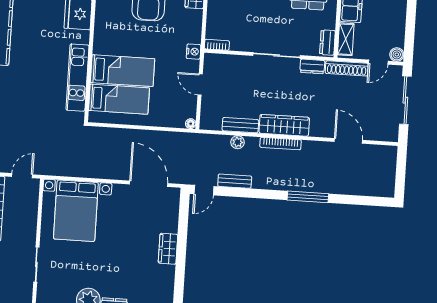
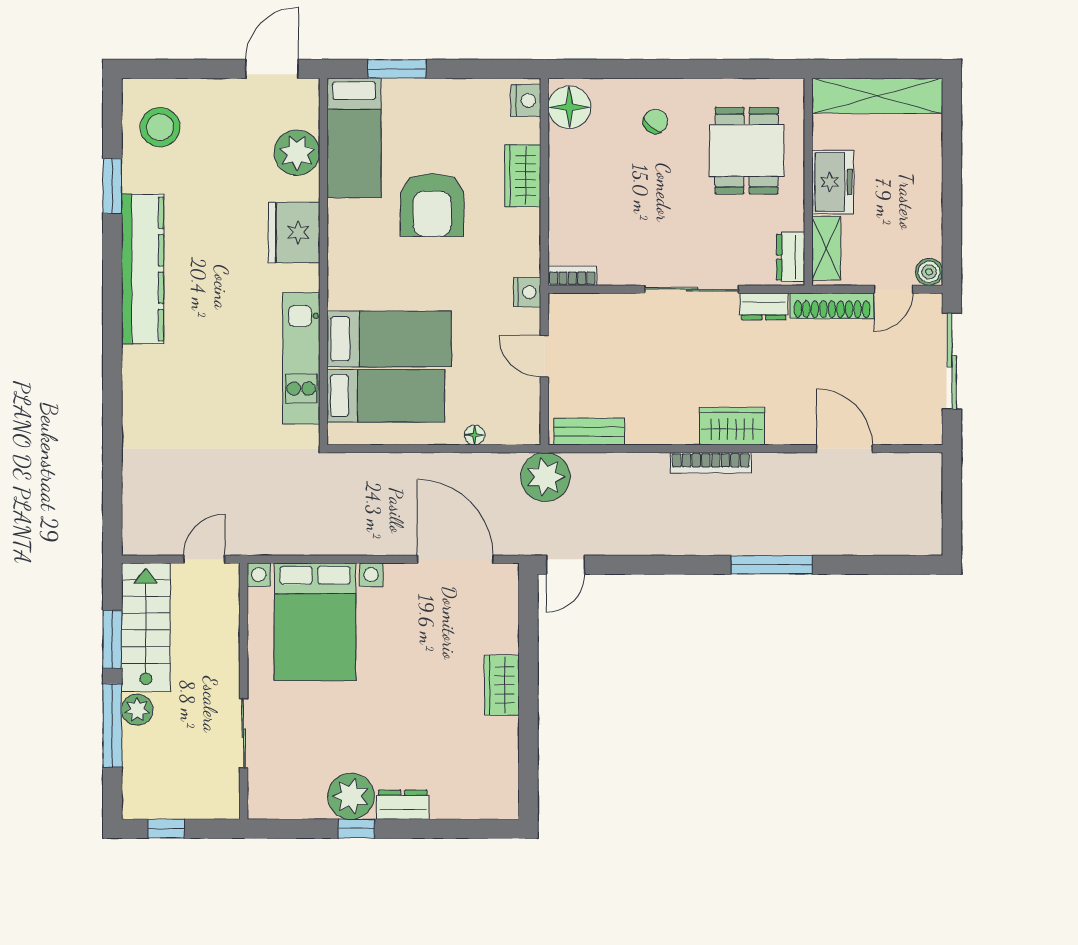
floor lamp: (191, 124) -> (474, 435), moved
bench: (240, 125) -> (589, 432), moved
wardrobe: (284, 125) -> (732, 426), width x0.67
plant: (238, 142) -> (545, 477), moved, width x1.88, depth x1.88
bench: (235, 181) -> (625, 543), removed

